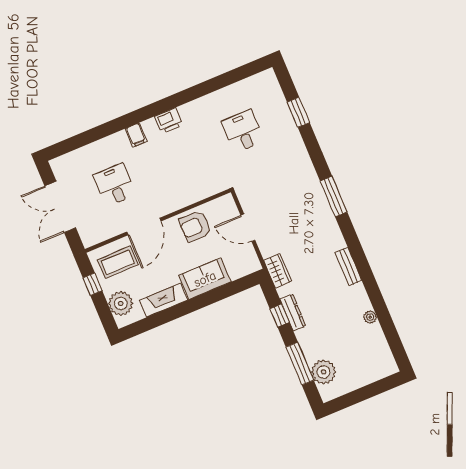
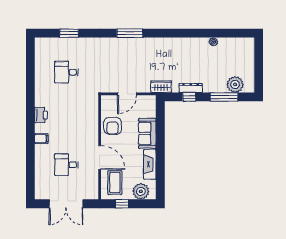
bench: (348, 266) -> (177, 42), removed

